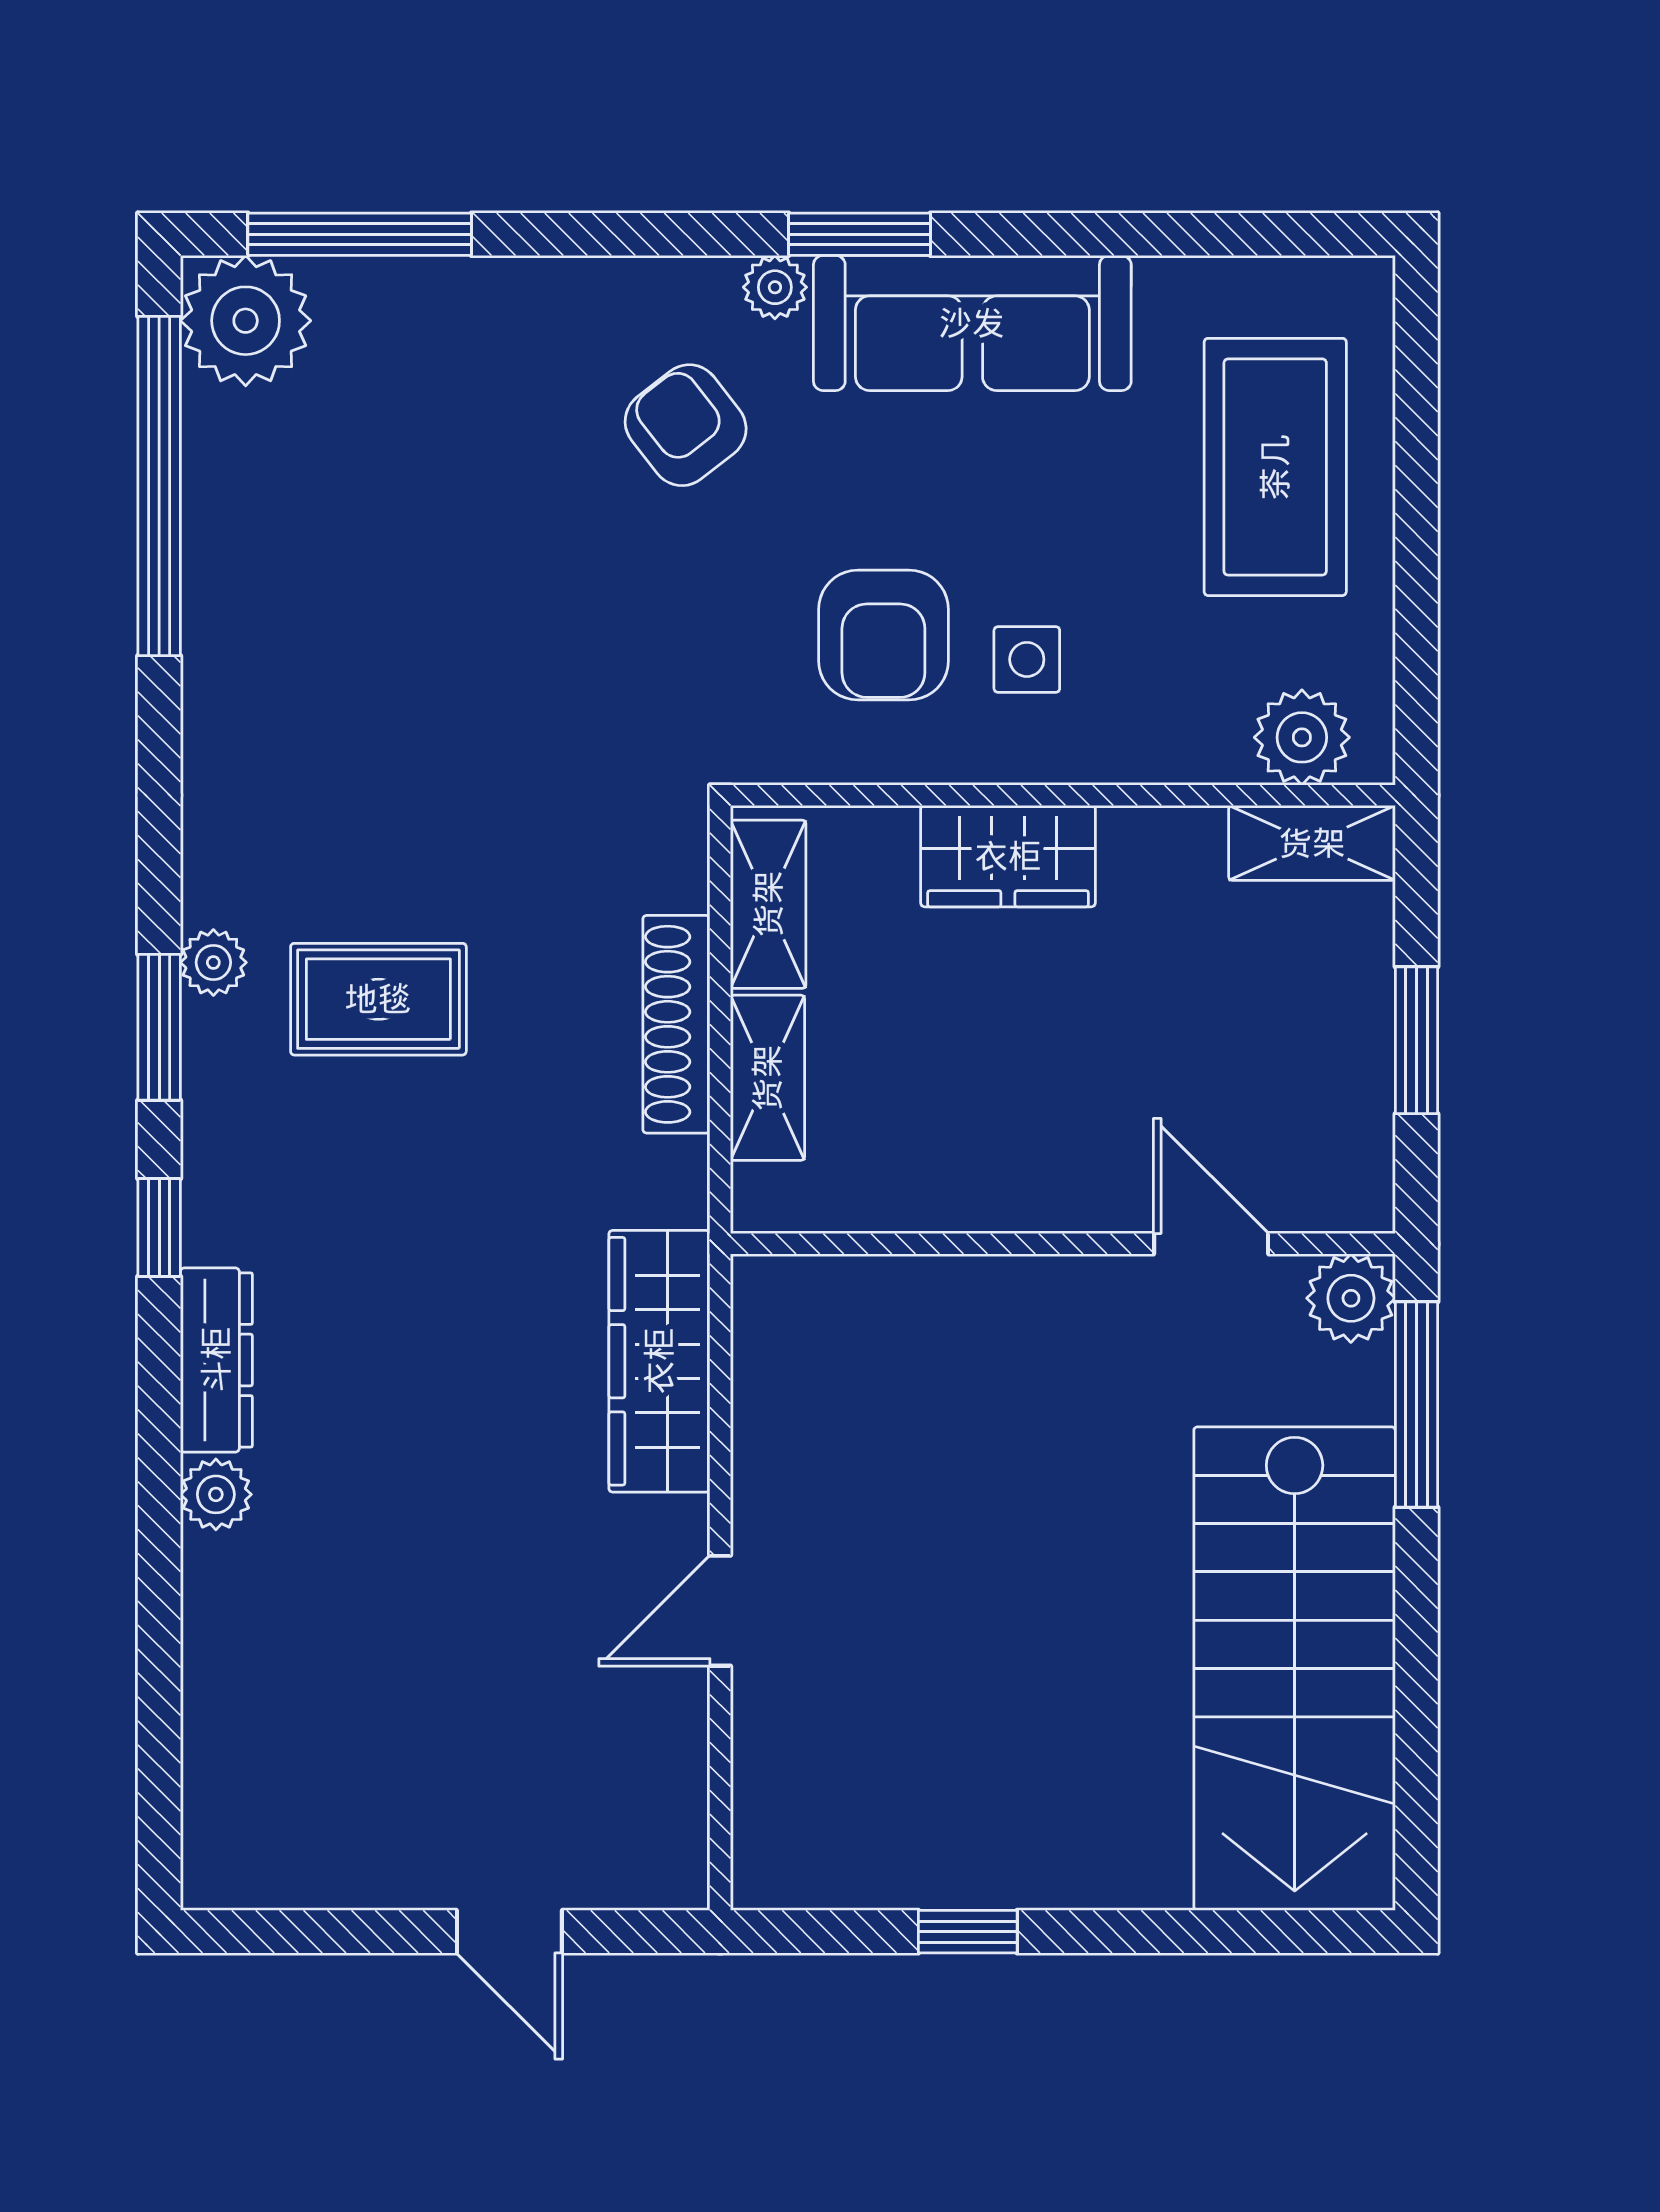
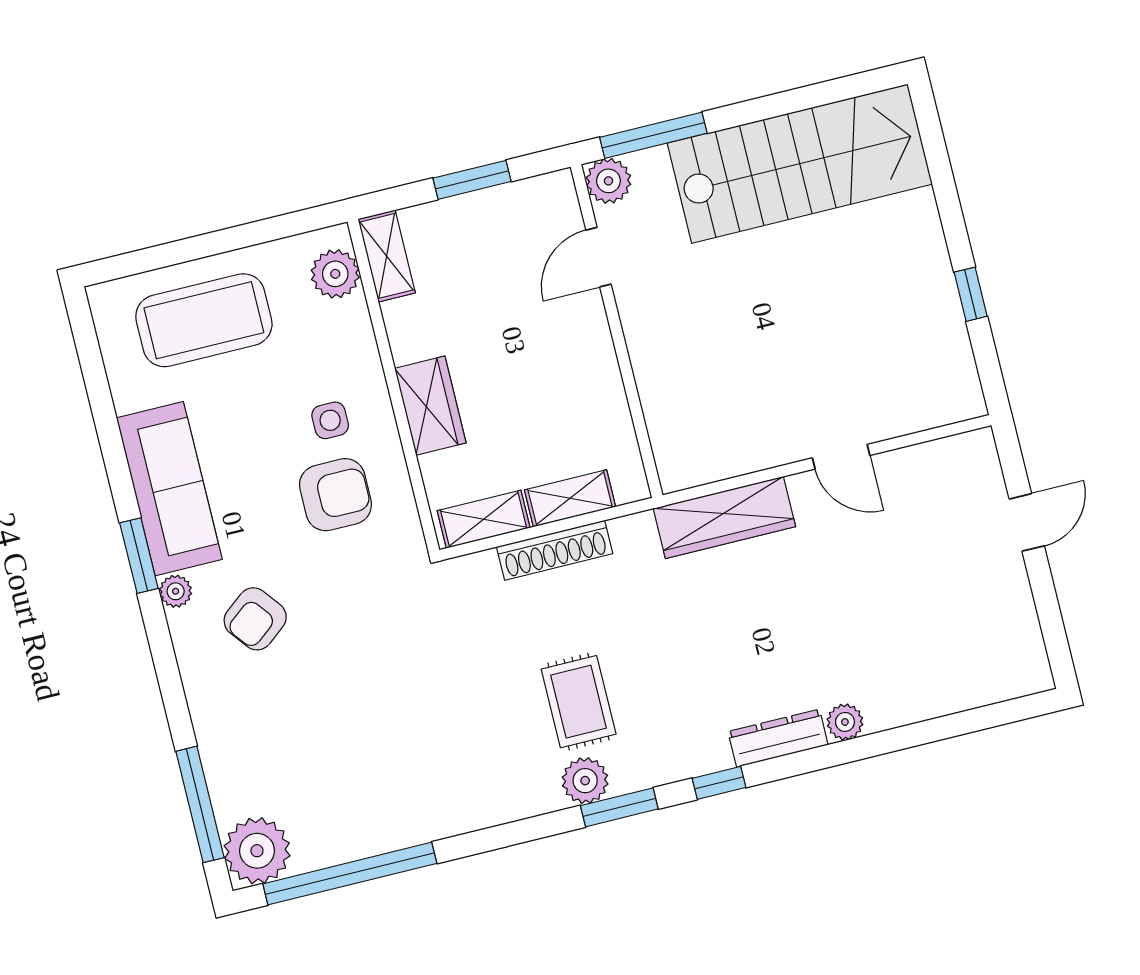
plant: (213, 962) -> (585, 781), width x1.38, depth x1.38

